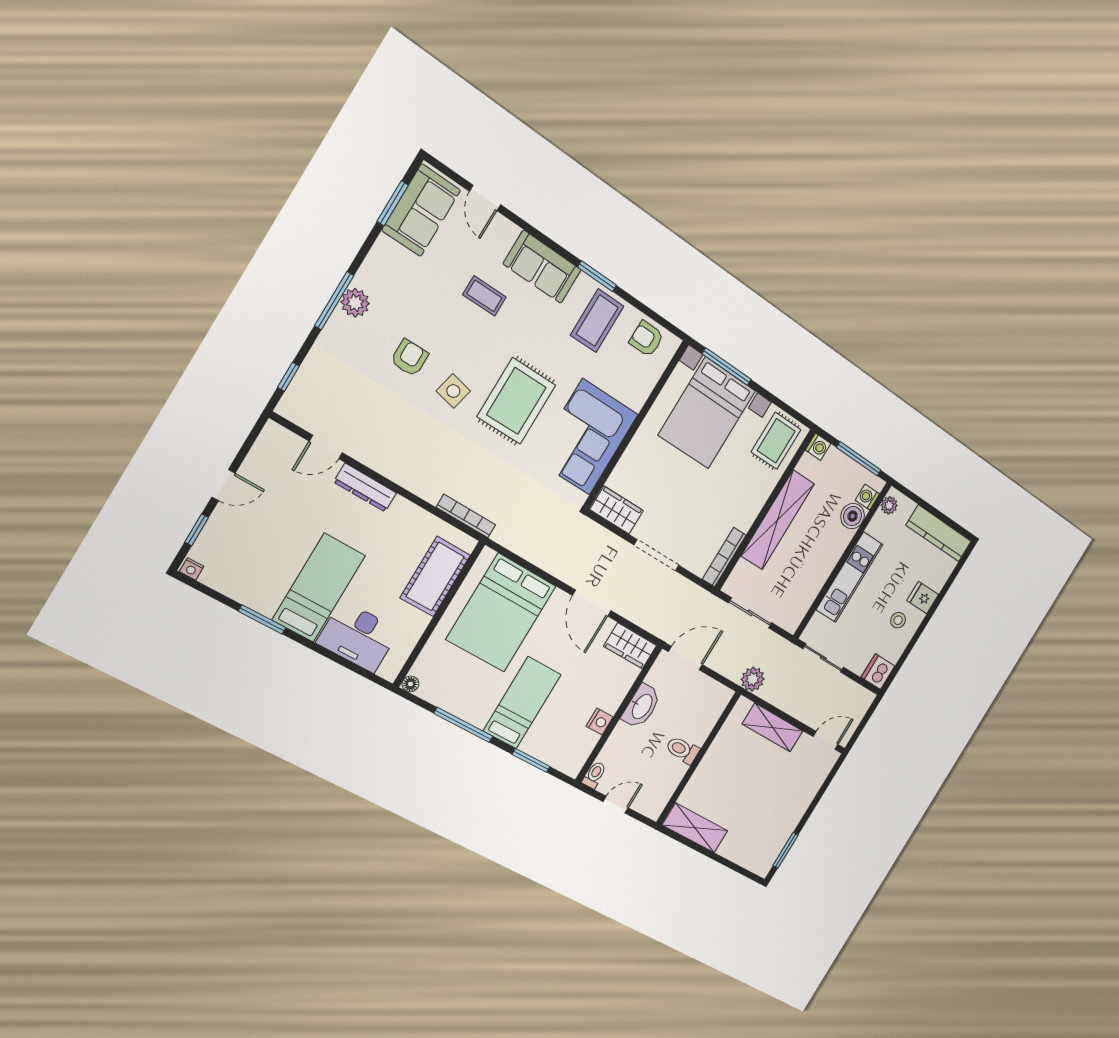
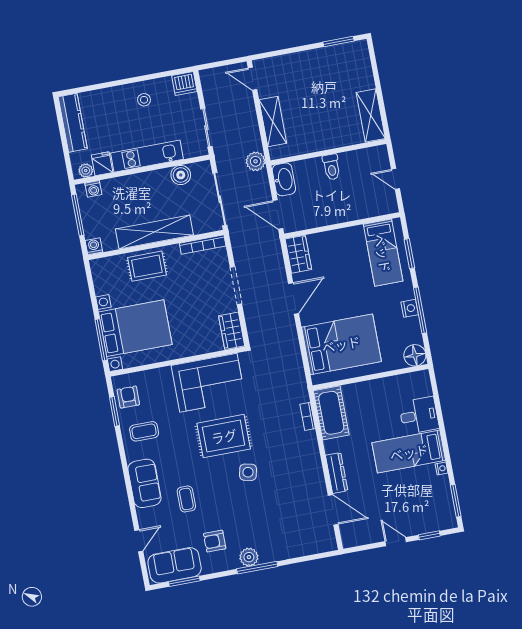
window: (597, 276) -> (115, 411), moved
coffee table: (597, 321) -> (144, 431), width x0.73, depth x0.77
armchair: (647, 339) -> (128, 397), turned 180
armchair: (410, 358) -> (215, 541), moved
window: (288, 377) -> (314, 557), removed
rug: (776, 441) -> (147, 266), moved
door: (326, 447) -> (333, 510), width x1.37
bookcase: (466, 516) -> (308, 416), width x0.64
boiler: (853, 516) -> (181, 175), moved
nightstand: (192, 569) -> (442, 468), moved
cot: (435, 576) -> (331, 413), moved, turned 90
fridge: (923, 598) -> (102, 164), moved, turned 180
sliding door: (750, 613) -> (220, 199), width x1.37
window: (262, 619) -> (456, 501), moved
desk: (358, 636) -> (419, 415), width x0.73
floor lamp: (410, 684) -> (415, 355), width x1.89, depth x1.89
bed: (522, 703) -> (383, 253), moved, turned -90
washbasin: (642, 706) -> (284, 179), moved, turned 90
nightstand: (600, 722) -> (410, 308), moved, turned 90
toilet: (594, 775) -> (388, 208), removed

